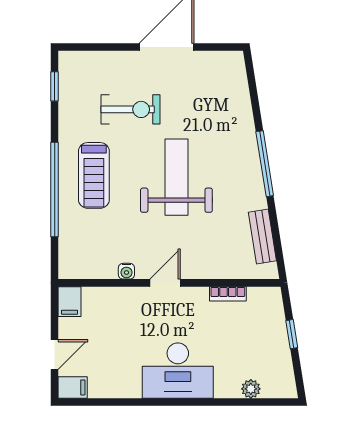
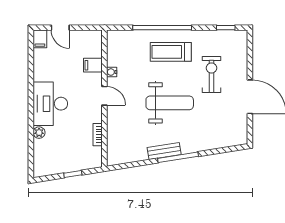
exercise bike: (131, 109) -> (211, 75), turned 180
bench: (262, 237) -> (164, 151), moved
filing cabinet: (69, 302) -> (93, 65), moved
plant: (251, 389) -> (39, 133), moved

